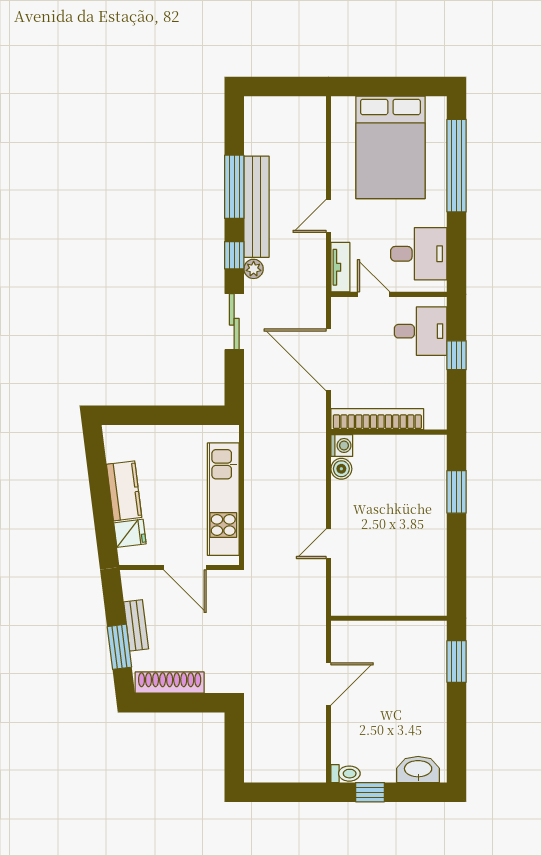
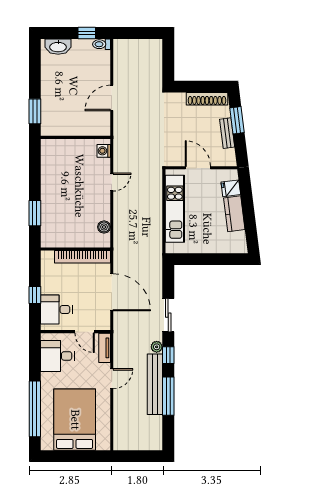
washing machine: (342, 445) -> (104, 151), moved

